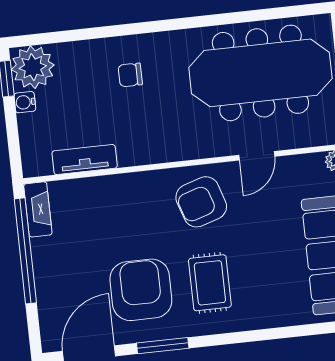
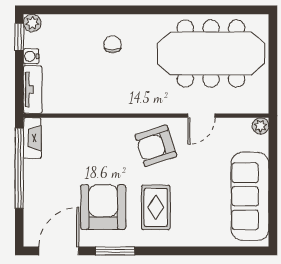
plant: (33, 67) -> (32, 23), width x0.53, depth x0.53
chair: (130, 75) -> (113, 44), turned 90
tv unit: (85, 160) -> (33, 90), moved, turned 90

